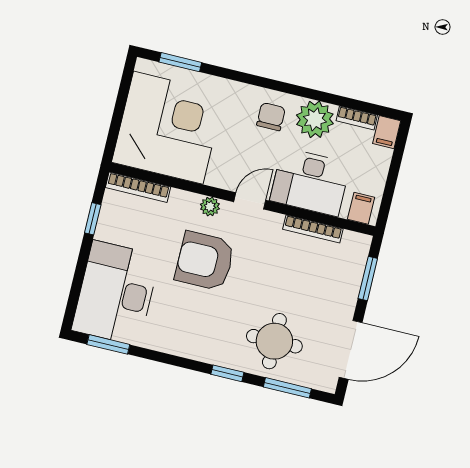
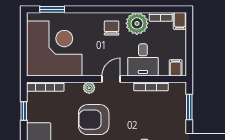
desk: (310, 182) -> (143, 60), width x0.73

